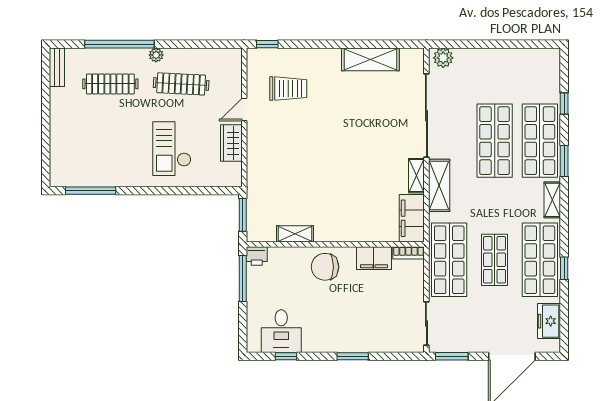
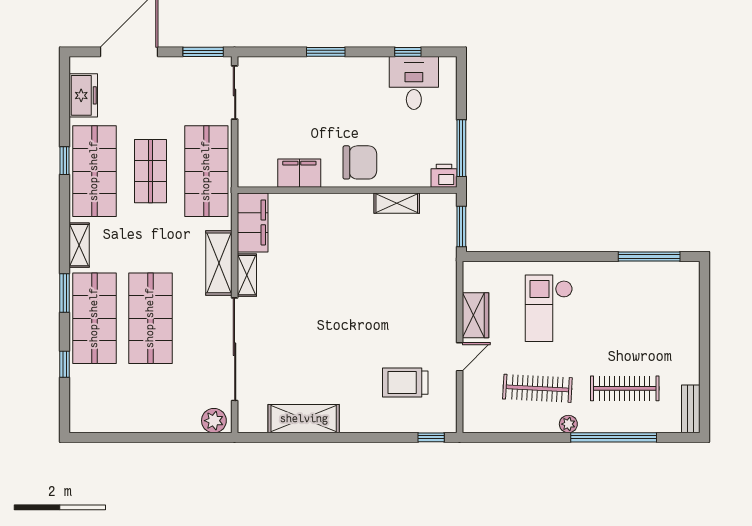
checkout: (172, 149) -> (549, 308), turned 180
bookcase: (408, 253) -> (257, 180), removed

